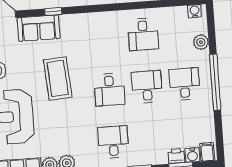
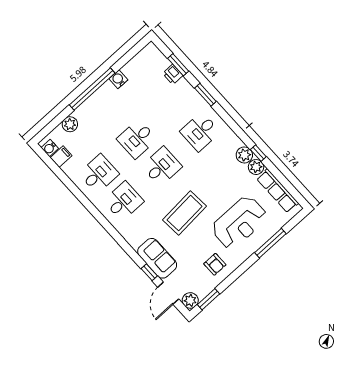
window: (53, 12) -> (149, 272), moved
desk: (185, 84) -> (124, 201), moved, turned 180
filing cabinet: (207, 152) -> (61, 157), moved, turned 180
water cooler: (192, 155) -> (118, 79), moved, turned -90

